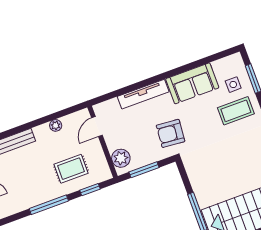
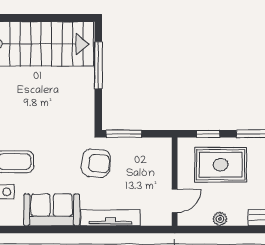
plant: (121, 158) -> (161, 156), removed
rug: (71, 169) -> (221, 165), width x1.36, depth x1.43
window: (144, 170) -> (124, 134), moved

